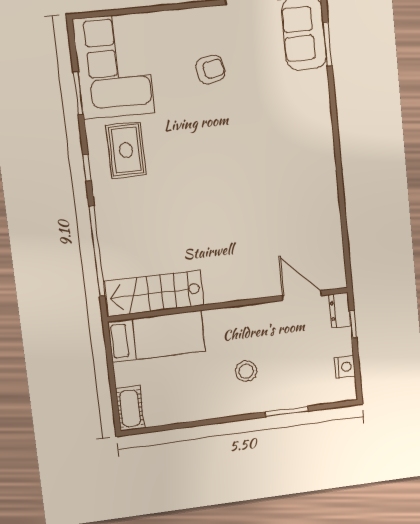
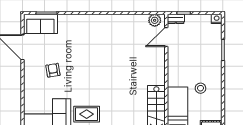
plant: (333, 268) -> (155, 20), added
nightstand: (345, 367) -> (217, 19), moved
stool: (246, 371) -> (200, 88), moved

